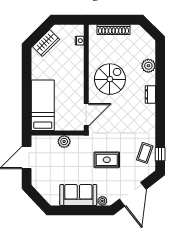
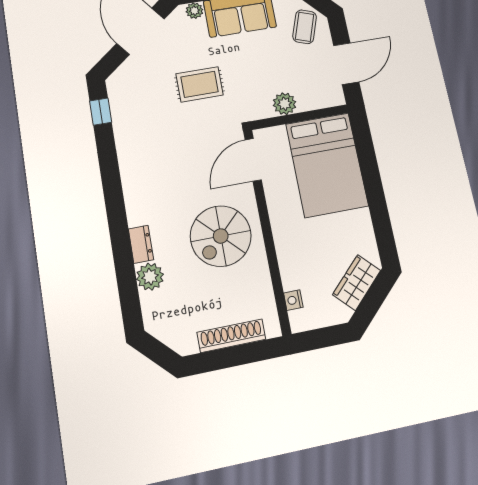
dresser: (150, 94) -> (141, 244), moved
bed: (43, 105) -> (327, 165), width x1.50
coffee table: (145, 153) -> (305, 27), moved

